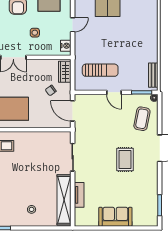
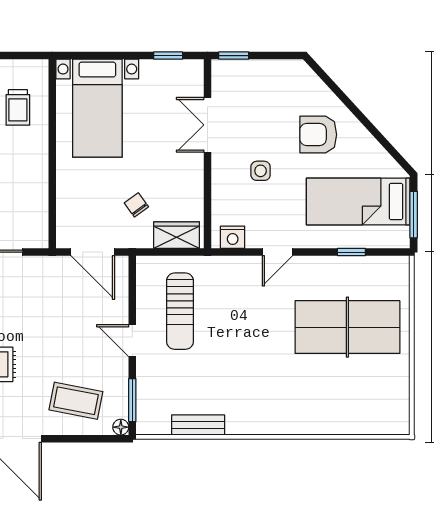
door: (73, 25) -> (277, 252), hinge flipped
bench: (153, 75) -> (198, 425), moved
door: (114, 92) -> (132, 341), hinge flipped
door: (73, 111) -> (93, 252), swing flipped

